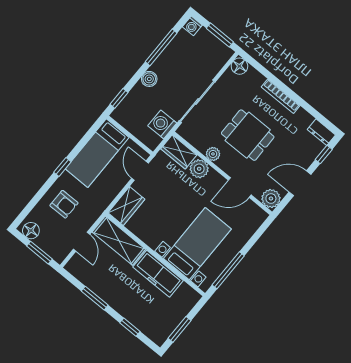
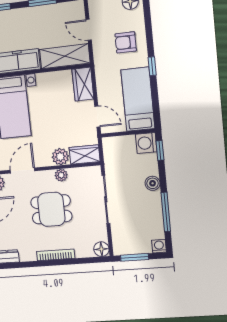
washing machine: (162, 124) -> (146, 143), moved, turned 180

